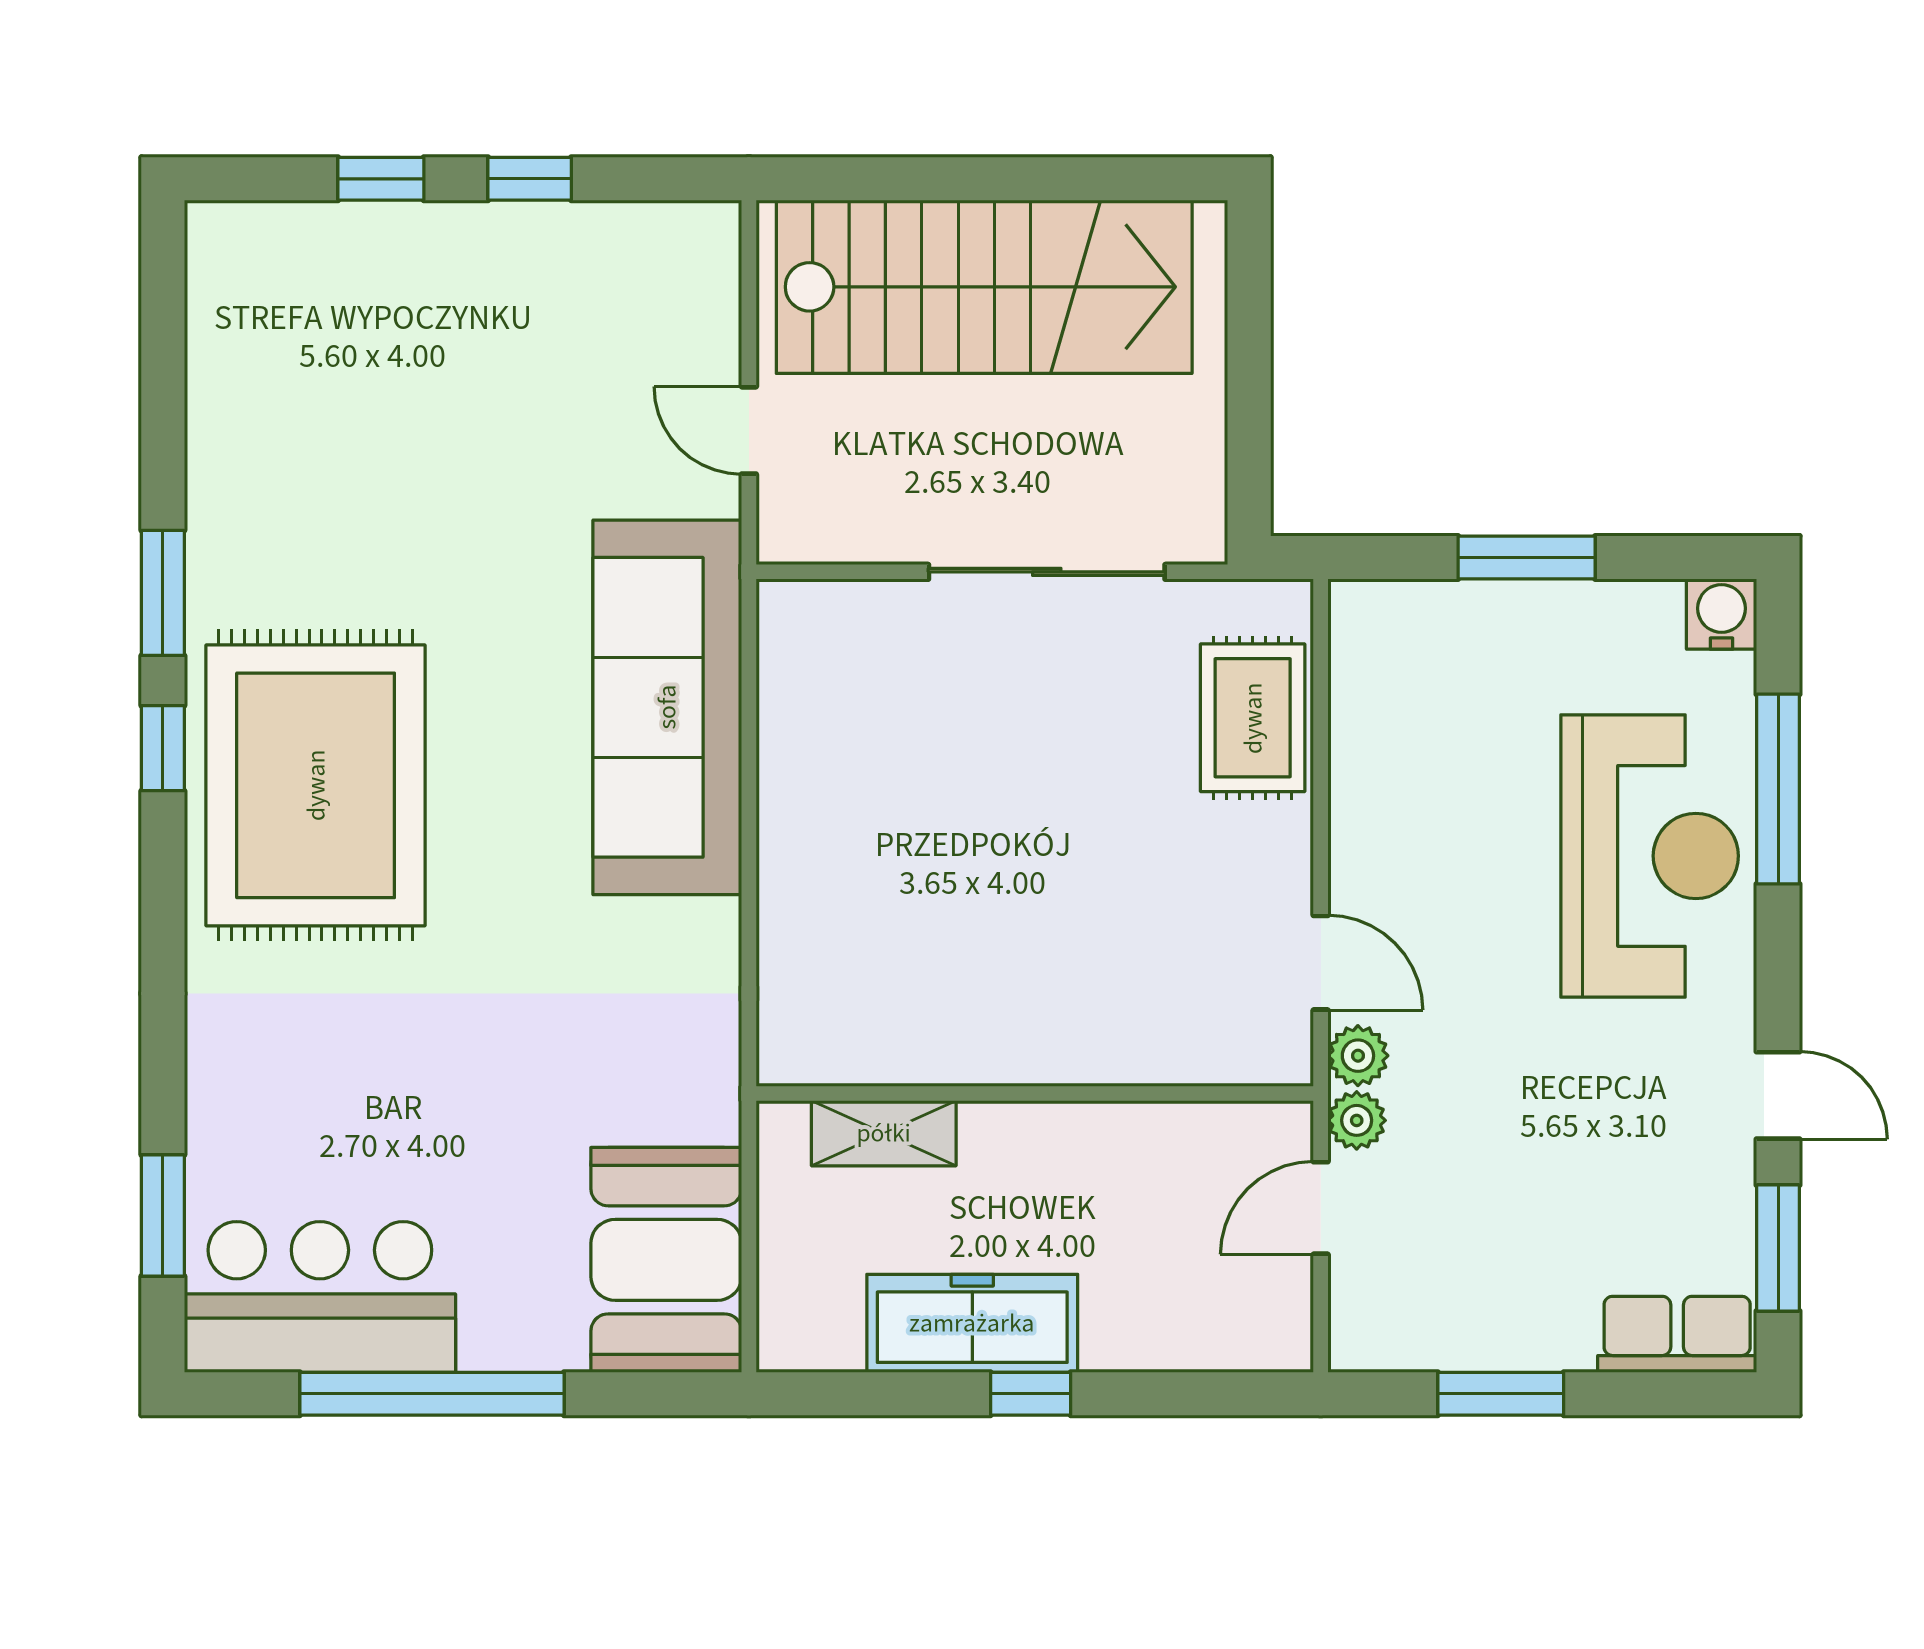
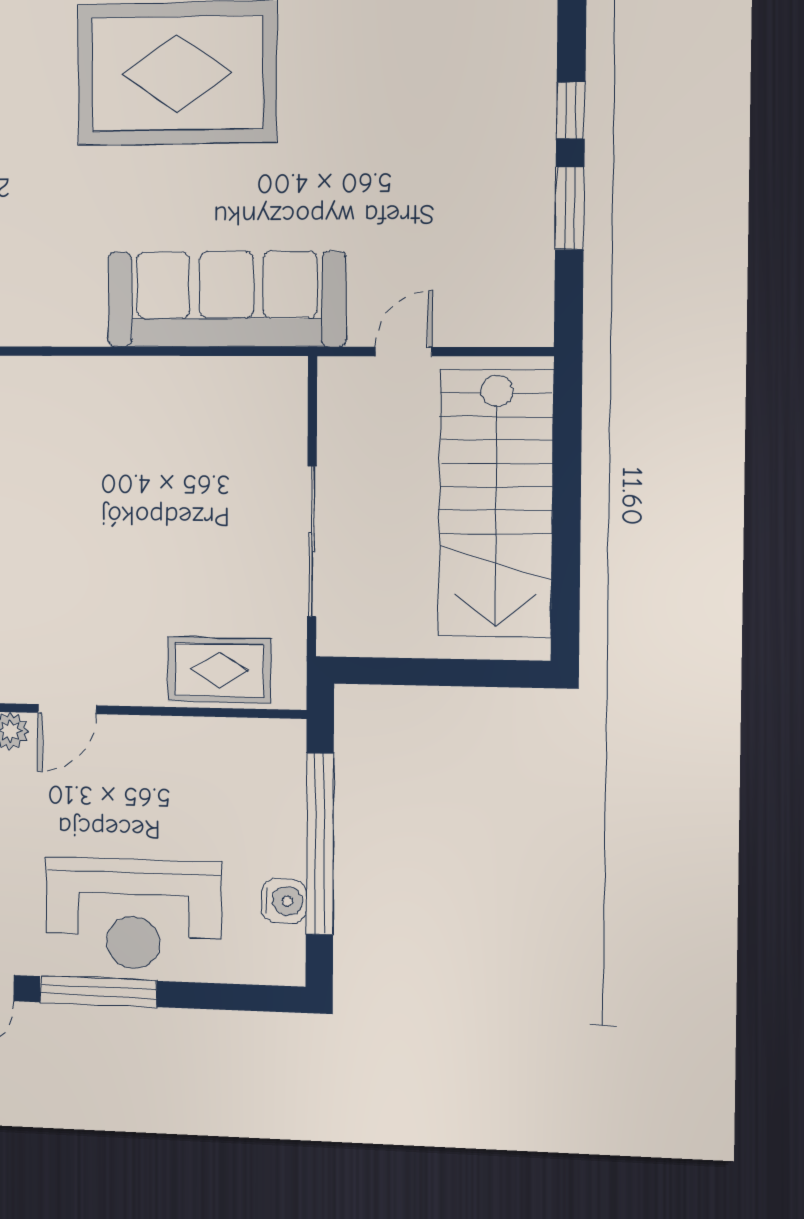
window: (530, 179) -> (570, 208), width x1.50
window: (1527, 558) -> (320, 844), width x2.11
water cooler: (1722, 614) -> (284, 901), moved
window: (1778, 789) -> (98, 992), moved

